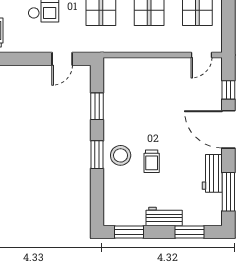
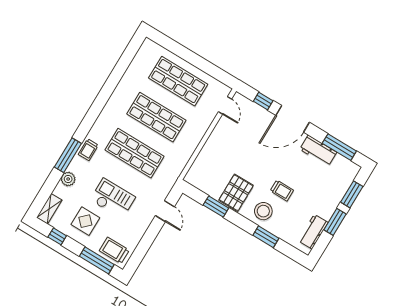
pallet: (122, 118) -> (236, 193), added
window: (97, 155) -> (266, 237), moved
workbench: (164, 216) -> (313, 232), moved
window: (129, 232) -> (335, 222), moved

